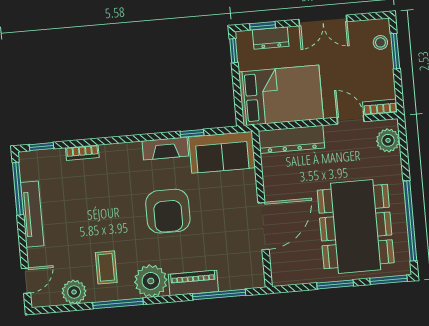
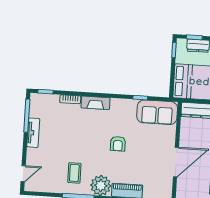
fireplace: (165, 149) -> (96, 103), moved
armchair: (168, 211) -> (118, 144), width x0.53, depth x0.53
tv unit: (32, 214) -> (33, 133), width x0.71
plant: (74, 292) -> (52, 185), removed

